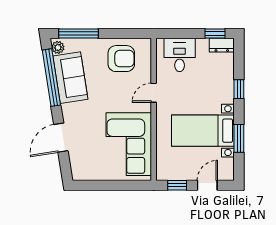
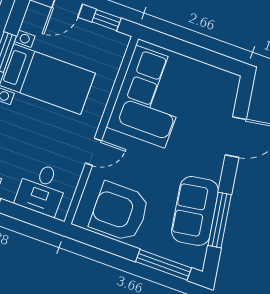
plant: (58, 47) -> (197, 256), removed
armchair: (121, 59) -> (120, 212), width x1.36, depth x1.36
window: (51, 78) -> (220, 220), width x0.68

